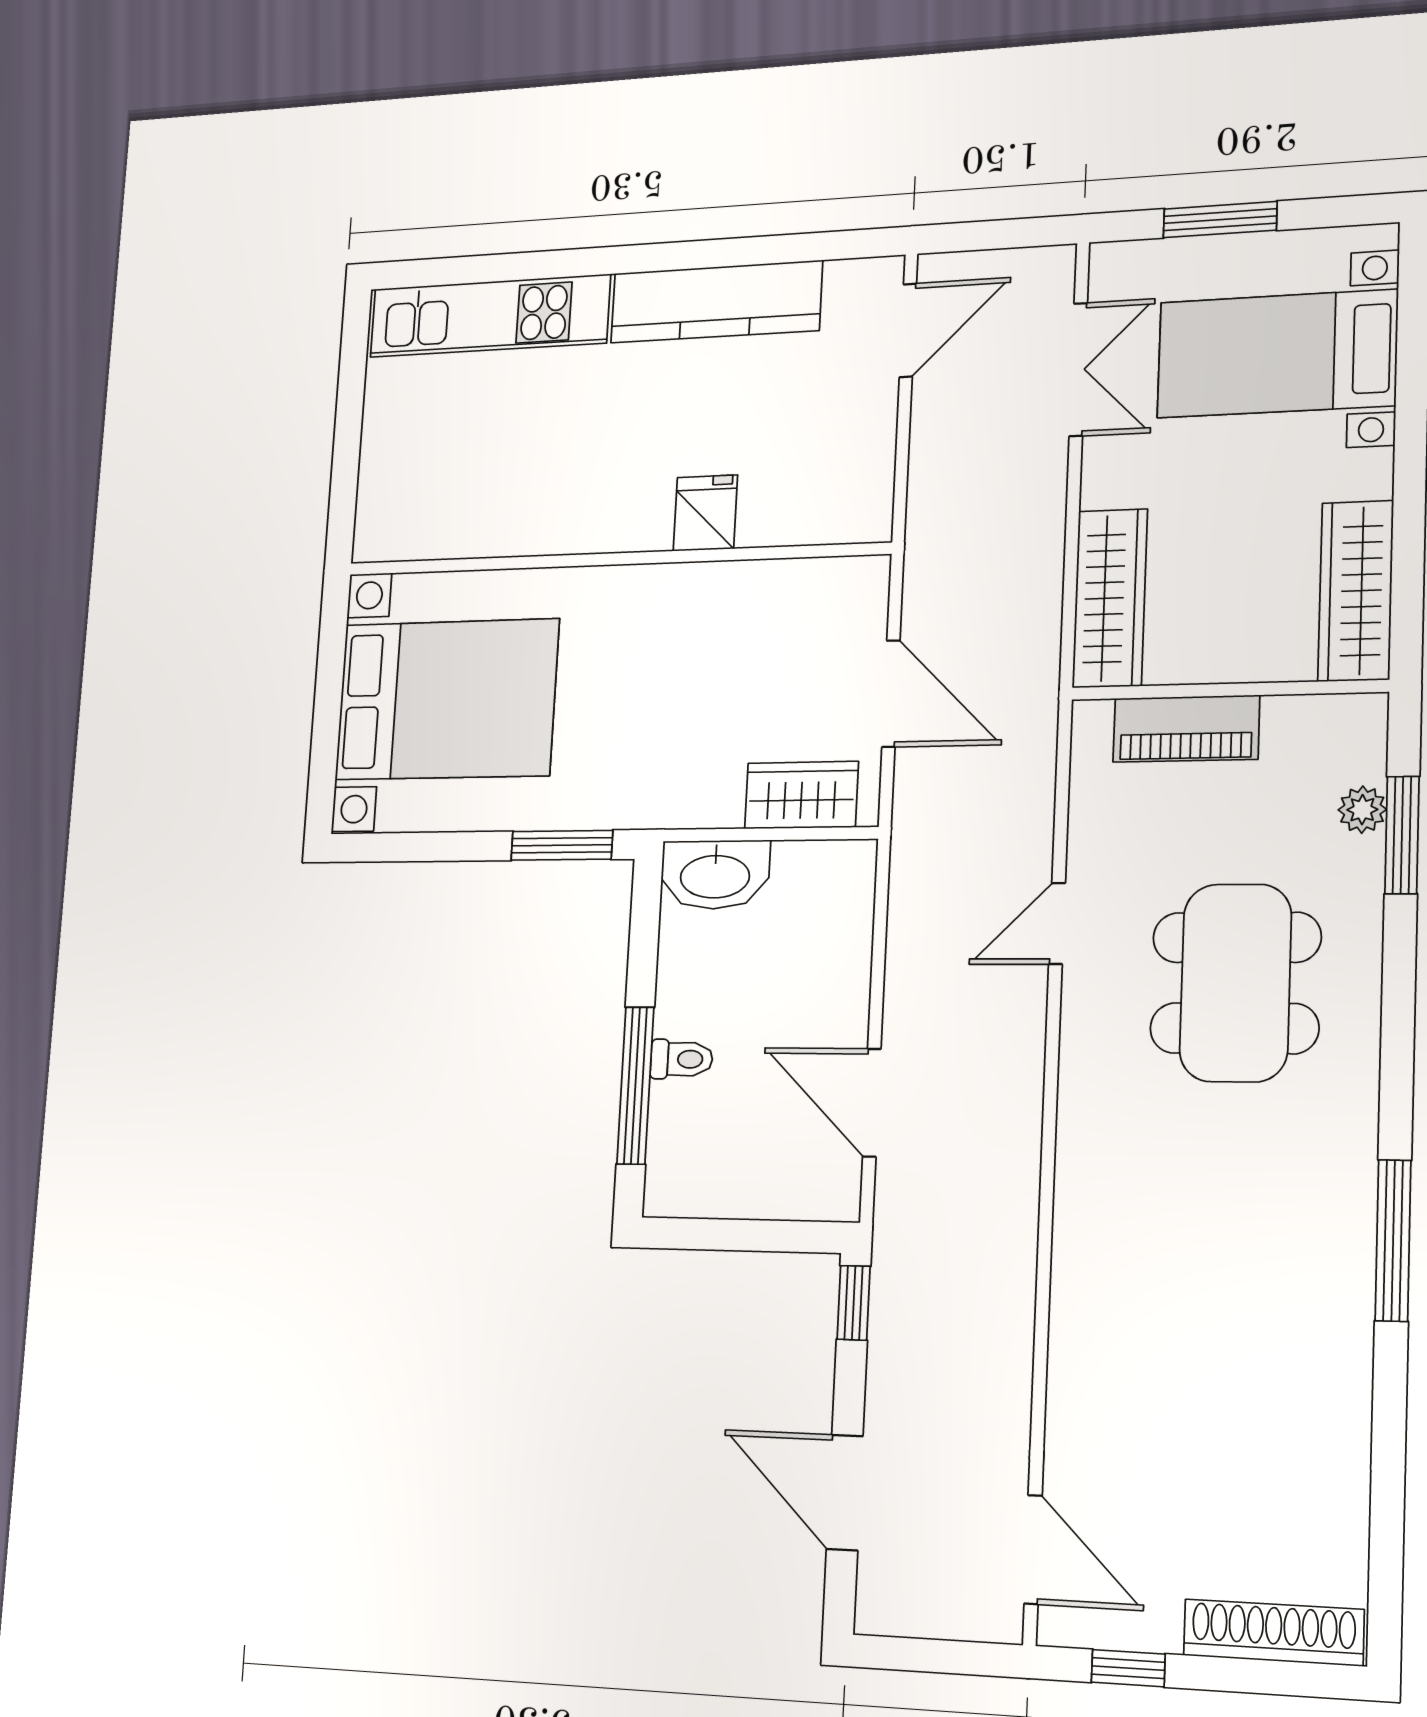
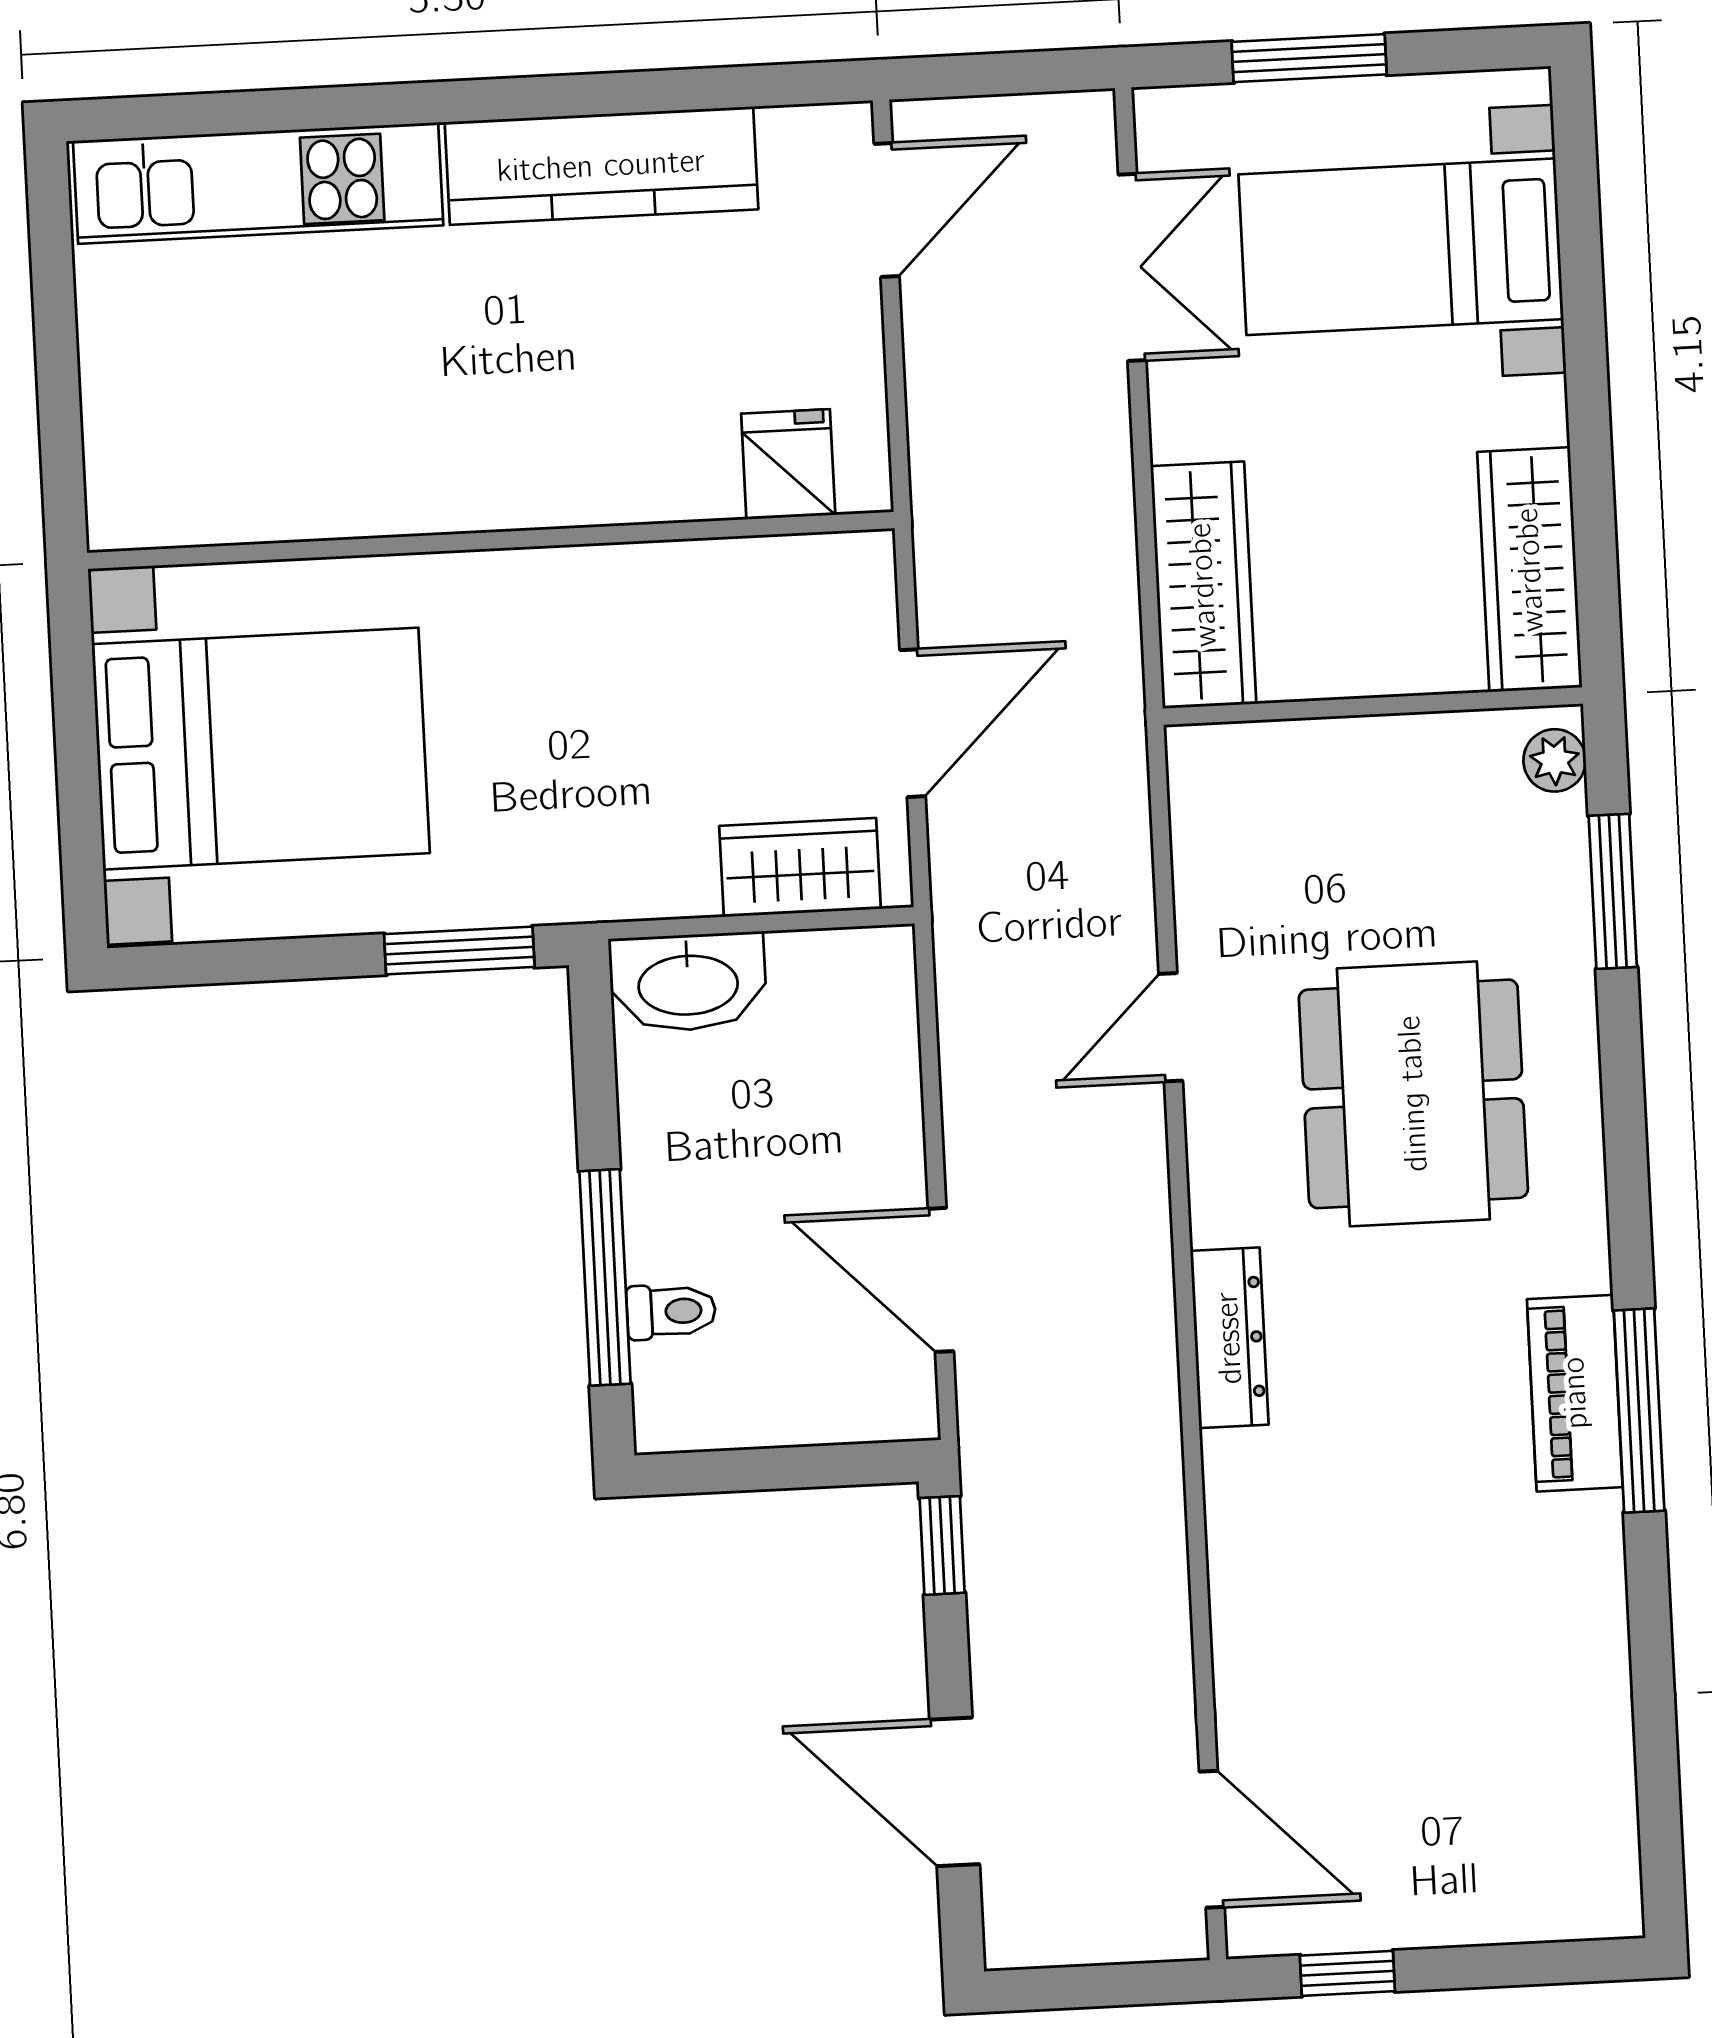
fridge: (705, 513) -> (788, 464), moved
door: (891, 694) -> (913, 723), hinge flipped
piano: (1186, 729) -> (1575, 1393), moved, turned 90
plant: (1362, 810) -> (1555, 760), moved
toilet: (682, 1059) -> (671, 1311), moved
dresser: (1080, 1161) -> (1229, 1338), added
shoe rack: (1273, 1632) -> (1527, 1909), removed

